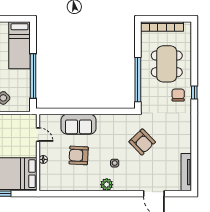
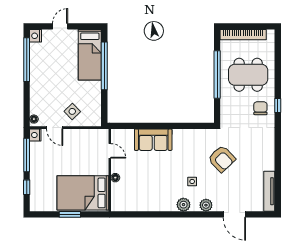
dining table: (167, 64) -> (248, 75), turned 90
window: (33, 76) -> (104, 66), moved
window: (138, 80) -> (217, 74), moved
armchair: (79, 155) -> (153, 173), removed
plant: (127, 185) -> (206, 205), added

